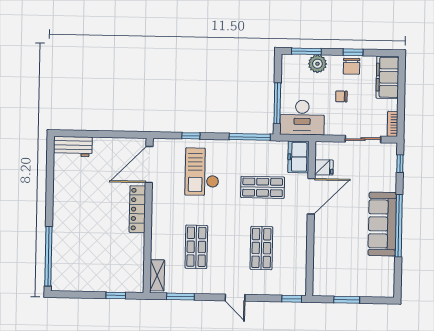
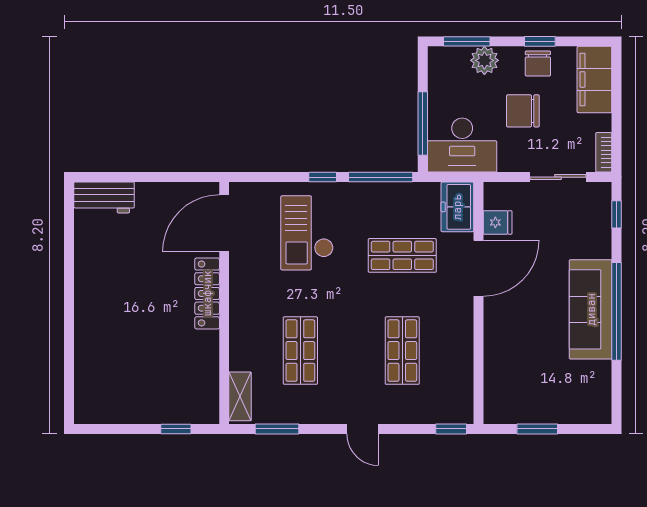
chair: (341, 96) -> (523, 111), width x1.87, depth x1.87
window: (191, 136) -> (323, 177), moved
window: (48, 256) -> (69, 370), removed

